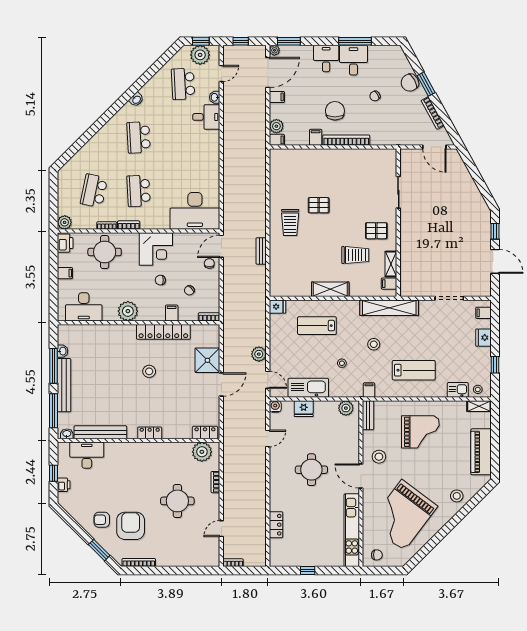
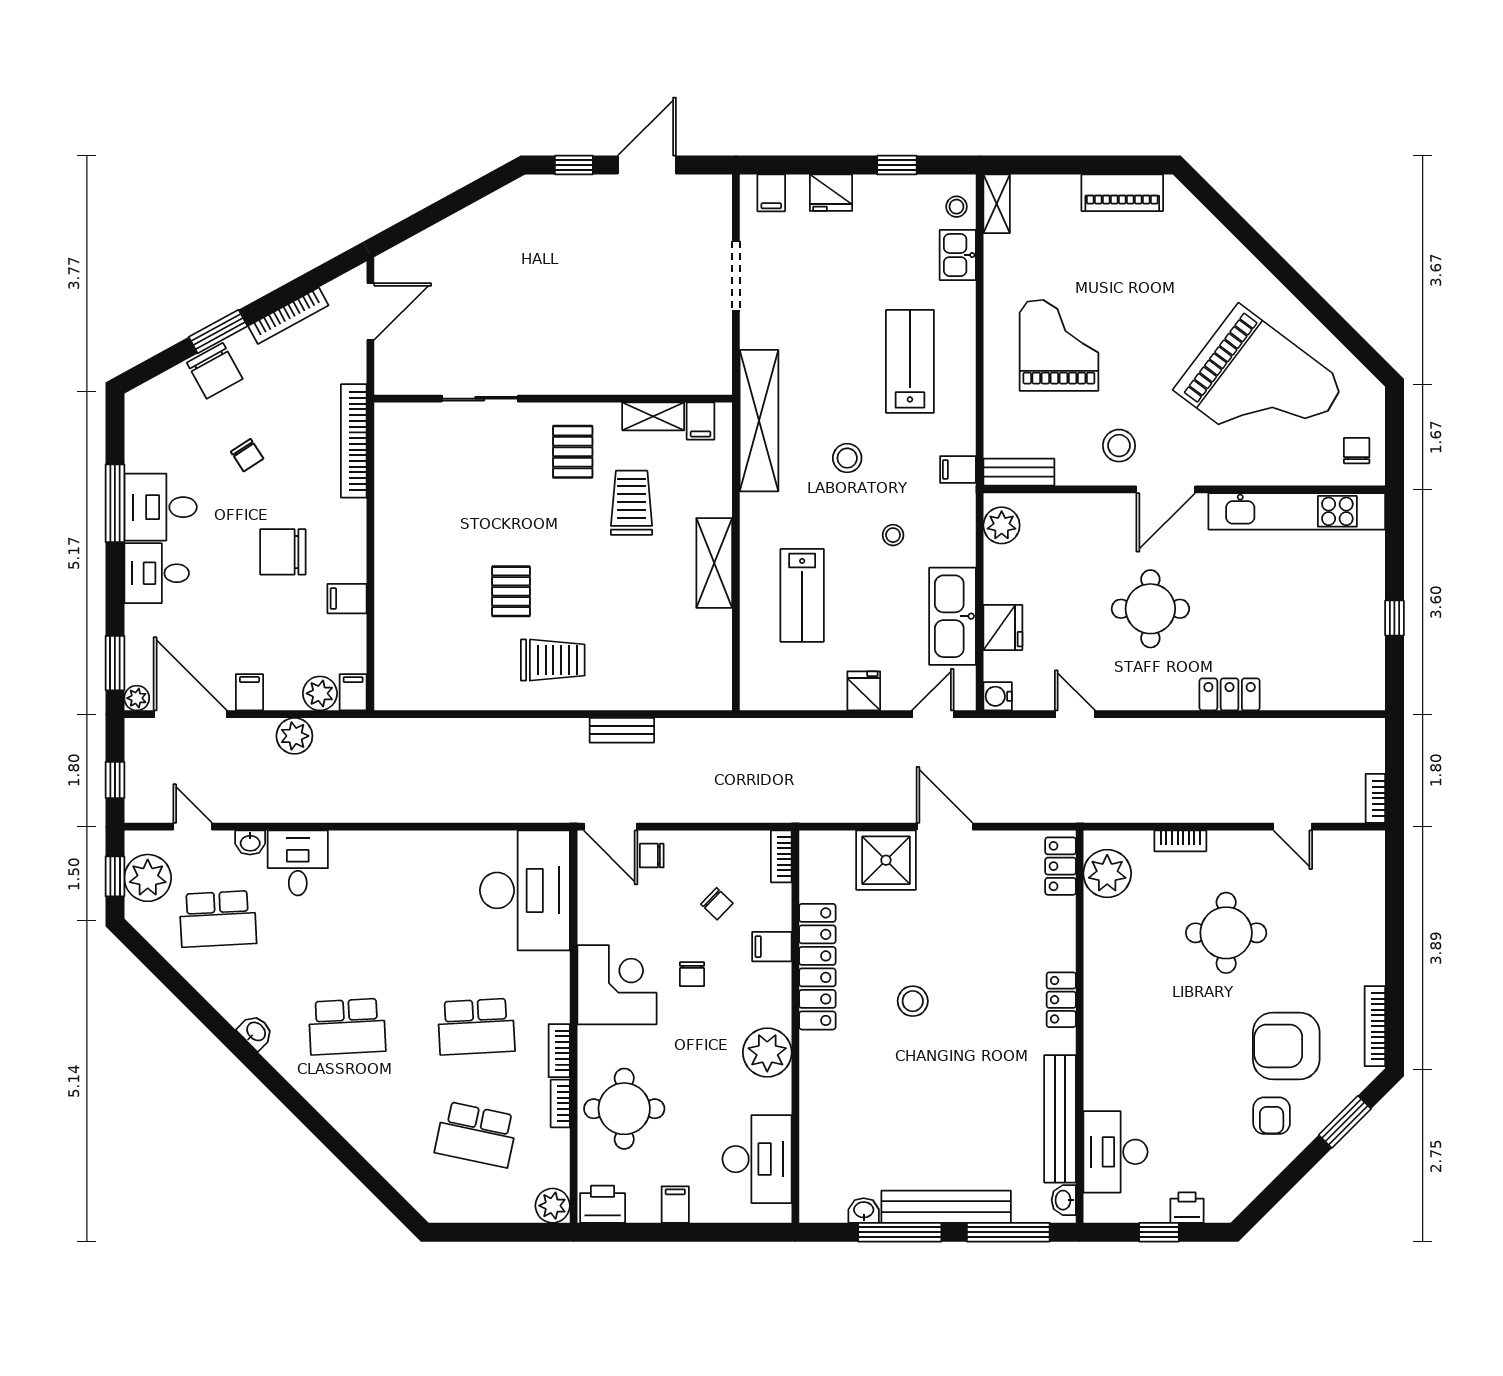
bookcase: (346, 140) -> (354, 441), moved
fridge: (277, 307) -> (864, 691), moved
plant: (259, 354) -> (294, 736), moved
piano: (481, 452) -> (1122, 193), width x0.73, depth x0.75
stool: (457, 496) -> (1214, 257), removed
locker: (276, 525) -> (1230, 694), moved

